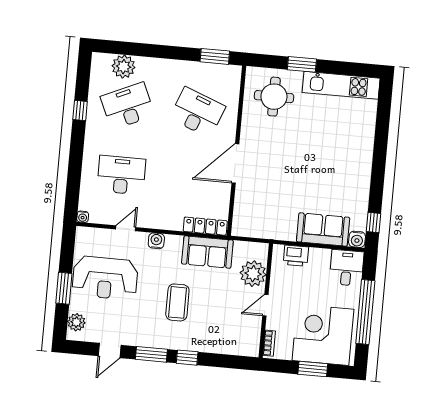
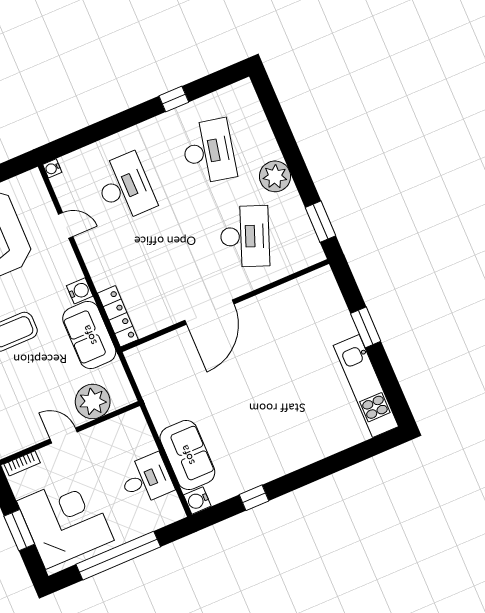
plant: (124, 67) -> (275, 176), moved
round table: (274, 97) -> (311, 315), removed
desk: (128, 106) -> (209, 151), turned 36
door: (235, 163) -> (209, 312), swing flipped
window: (373, 222) -> (254, 498), moved
water cooler: (156, 241) -> (80, 291), moved
printer: (296, 256) -> (140, 440), removed
desk: (347, 268) -> (146, 479), moved

